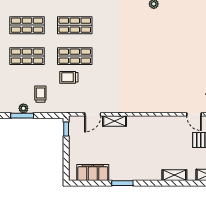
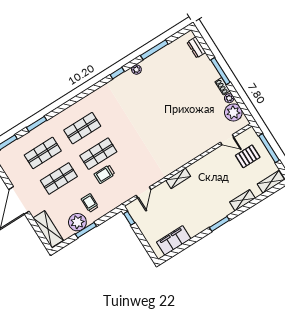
plant: (23, 108) -> (77, 222), width x1.88, depth x1.88
shelving: (115, 121) -> (178, 178), moved
window: (122, 183) -> (219, 224), moved

